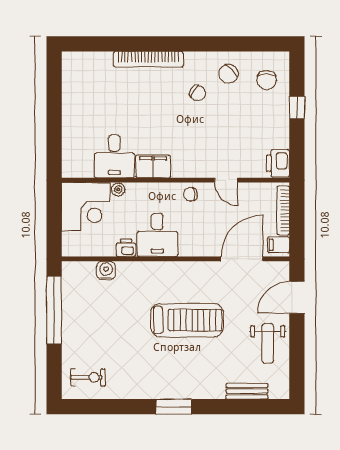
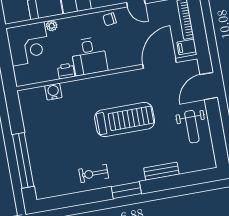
window: (54, 310) -> (23, 160), moved
exercise bike: (88, 377) -> (94, 174), moved, turned 180
bench: (247, 391) -> (161, 171), moved

